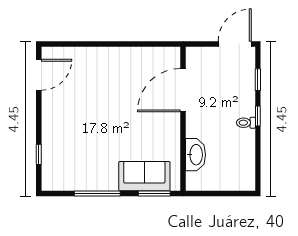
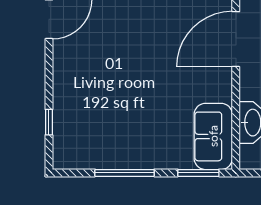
sofa: (144, 176) -> (213, 136), moved, turned -90

